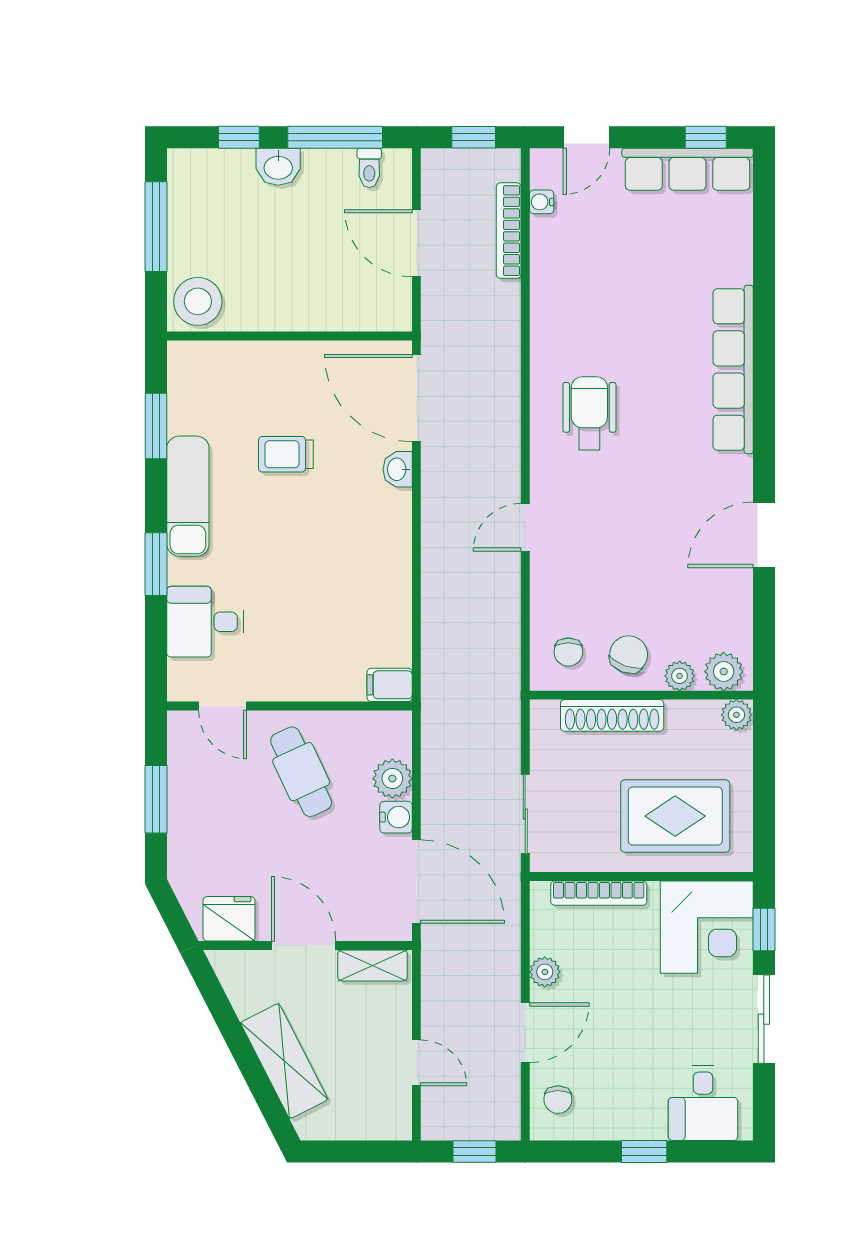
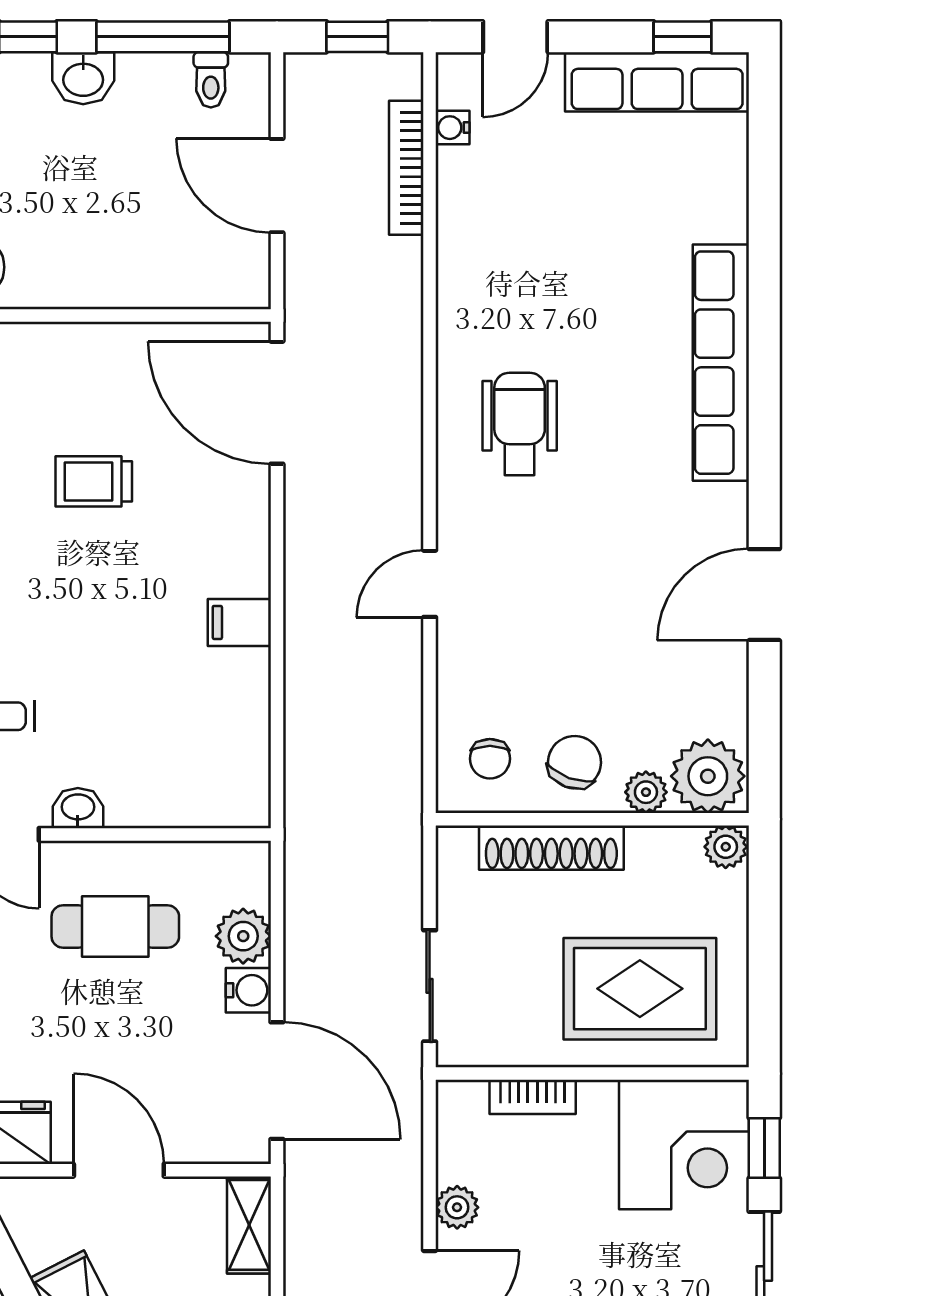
washbasin: (398, 469) -> (78, 808), moved, turned 90
plant: (724, 672) -> (708, 776), width x1.36, depth x1.36
filing cabinet: (390, 685) -> (239, 622), moved
cafe table: (301, 772) -> (115, 927), turned -65
bookcase: (599, 893) -> (533, 1097), width x0.64
shelving: (373, 965) -> (249, 1225), moved, turned 90

